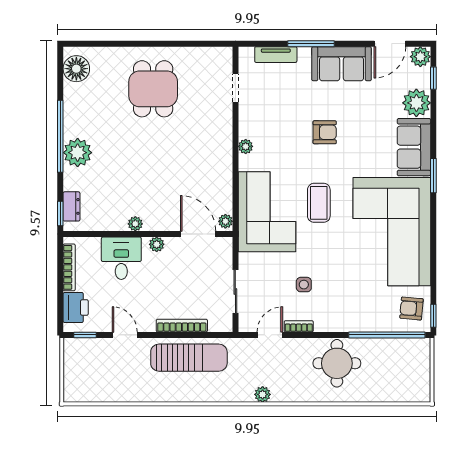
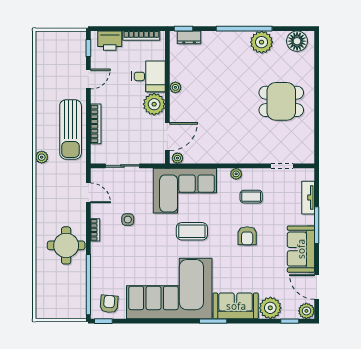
coffee table: (275, 127) -> (251, 197), added
plant: (78, 153) -> (262, 42), moved
plant: (157, 244) -> (154, 104), width x1.87, depth x1.87
bookcase: (299, 326) -> (95, 230), moved
plant: (263, 394) -> (42, 157), moved

